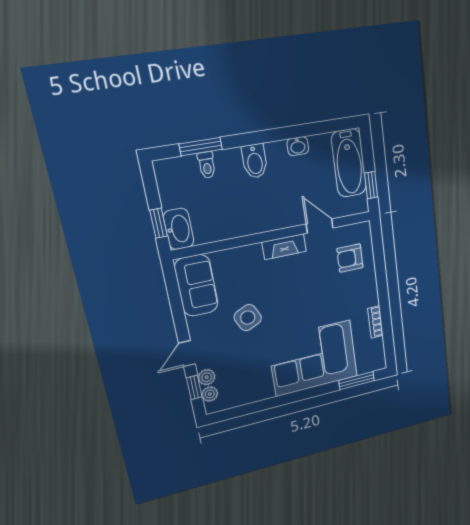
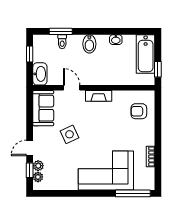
window: (159, 223) -> (30, 54), moved
door: (320, 226) -> (72, 88), moved
window: (357, 381) -> (133, 193), width x1.44

